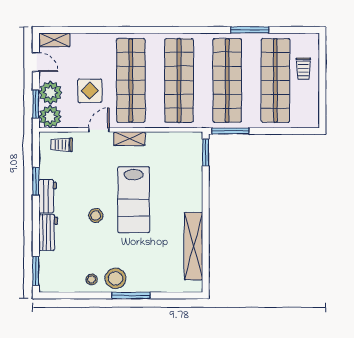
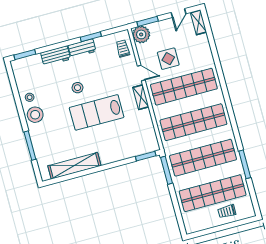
plant: (50, 92) -> (159, 30), removed
window: (131, 295) -> (30, 146), moved

